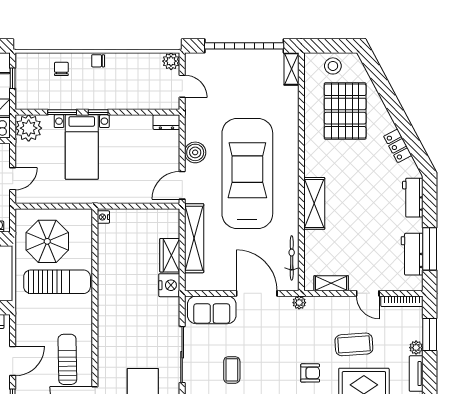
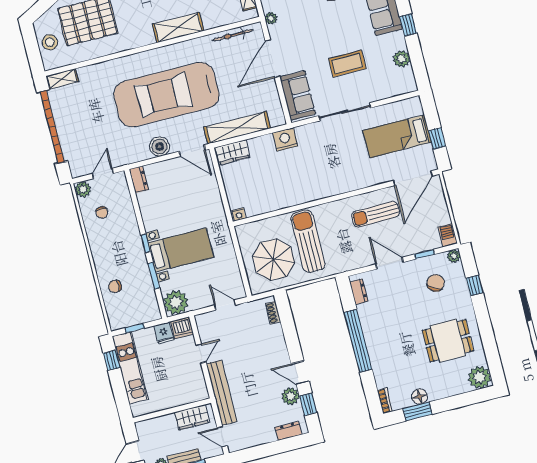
chair: (98, 61) -> (102, 212), moved
wardrobe: (170, 255) -> (233, 152), moved
coffee table: (232, 370) -> (347, 64), width x1.36, depth x1.30

